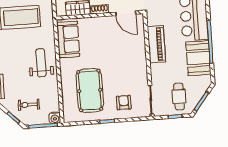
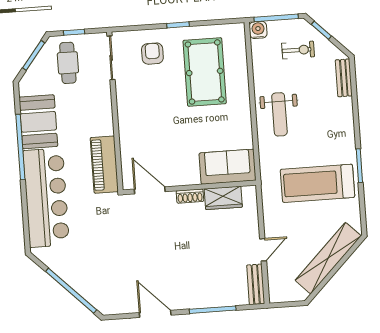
sofa: (68, 39) -> (228, 167), moved, turned 90
piano: (156, 44) -> (104, 165), moved
armchair: (124, 103) -> (152, 54), turned 180

